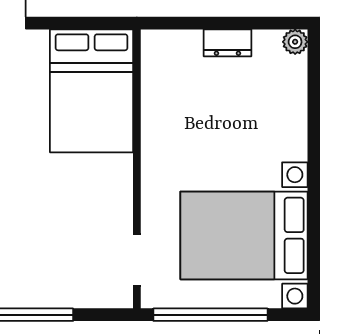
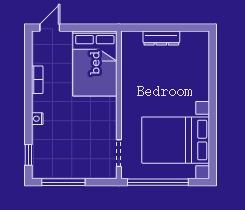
plant: (295, 42) -> (203, 37), removed
dresser: (227, 43) -> (161, 38), width x1.44

